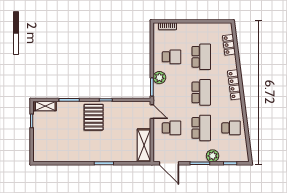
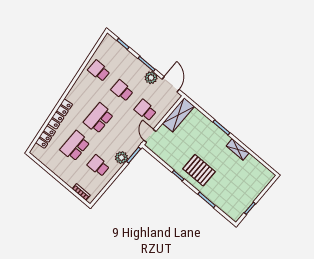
locker: (234, 85) -> (60, 114), moved
shelving: (45, 106) -> (238, 149), moved
pallet: (94, 117) -> (199, 170), turned 90
school desk: (201, 128) -> (122, 91), width x0.54
plant: (213, 156) -> (151, 78), moved

